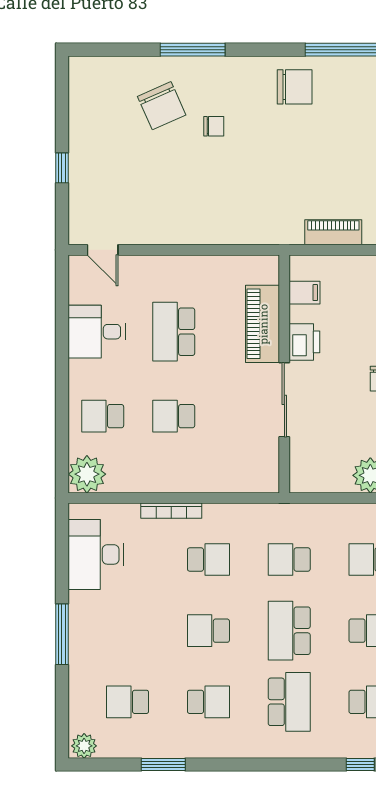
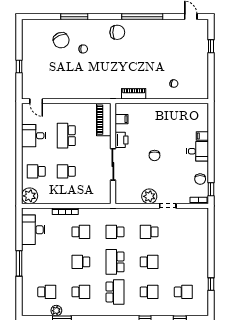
piano: (263, 324) -> (104, 120), moved
school desk: (128, 702) -> (47, 292), turned 180
plant: (84, 746) -> (56, 311), moved

